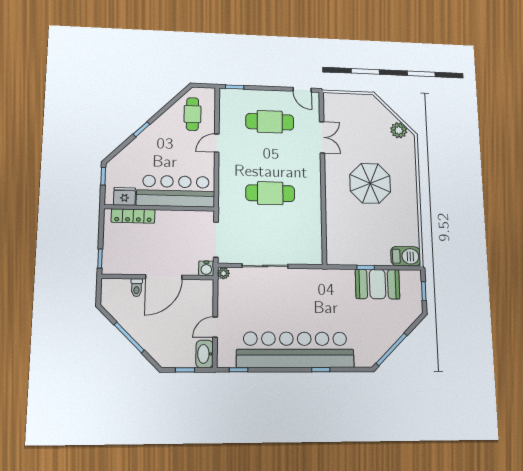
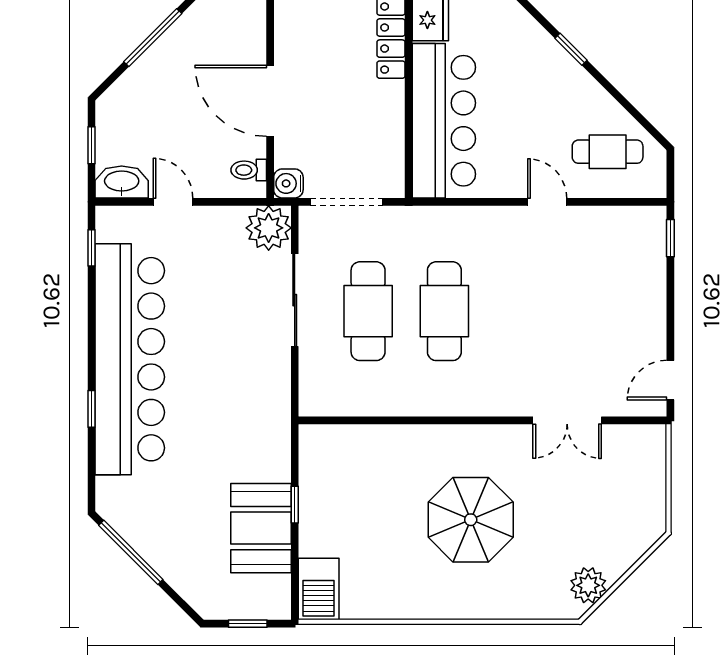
cafe table: (270, 122) -> (368, 311), moved
plant: (223, 273) -> (269, 228), width x1.88, depth x1.88
toilet: (137, 288) -> (249, 170), moved

